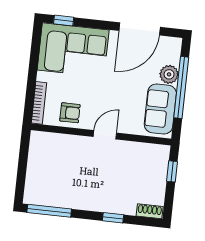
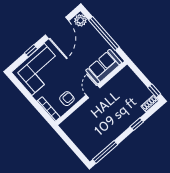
window: (64, 21) -> (31, 51), moved
plant: (169, 74) -> (80, 20), moved
sofa: (160, 109) -> (104, 67), moved, turned 90
window: (172, 171) -> (154, 91), moved

